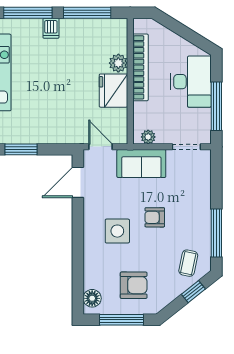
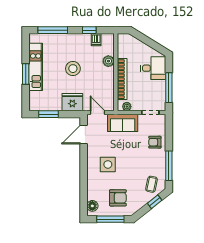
window: (87, 13) -> (89, 30), width x0.46
dishwasher: (51, 28) -> (96, 40), moved
bookcase: (141, 67) -> (122, 79), moved
stool: (61, 75) -> (73, 69), added
desk: (191, 82) -> (153, 68), width x0.73
fridge: (113, 91) -> (72, 102), moved, turned 90
armchair: (155, 217) -> (155, 142), moved

